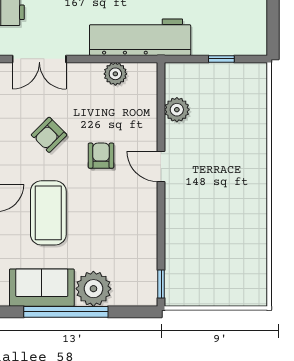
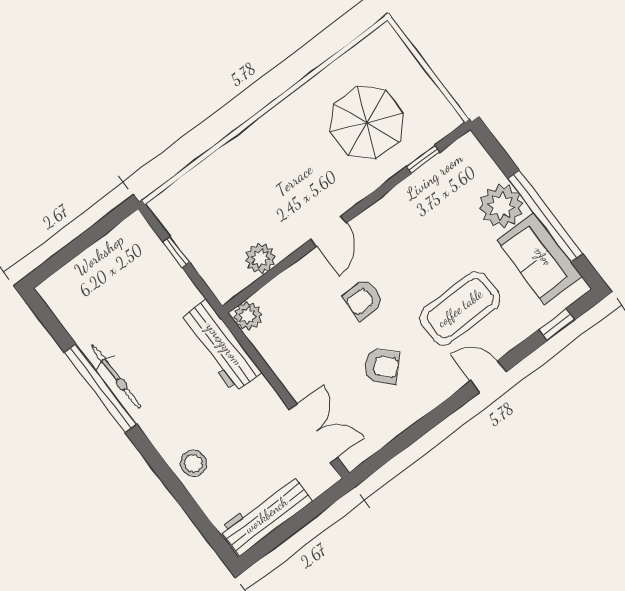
workbench: (140, 37) -> (220, 346), width x0.73, depth x0.76
plant: (115, 74) -> (248, 316), moved
parasol: (212, 243) -> (367, 123), added
window: (161, 284) -> (423, 159), moved

